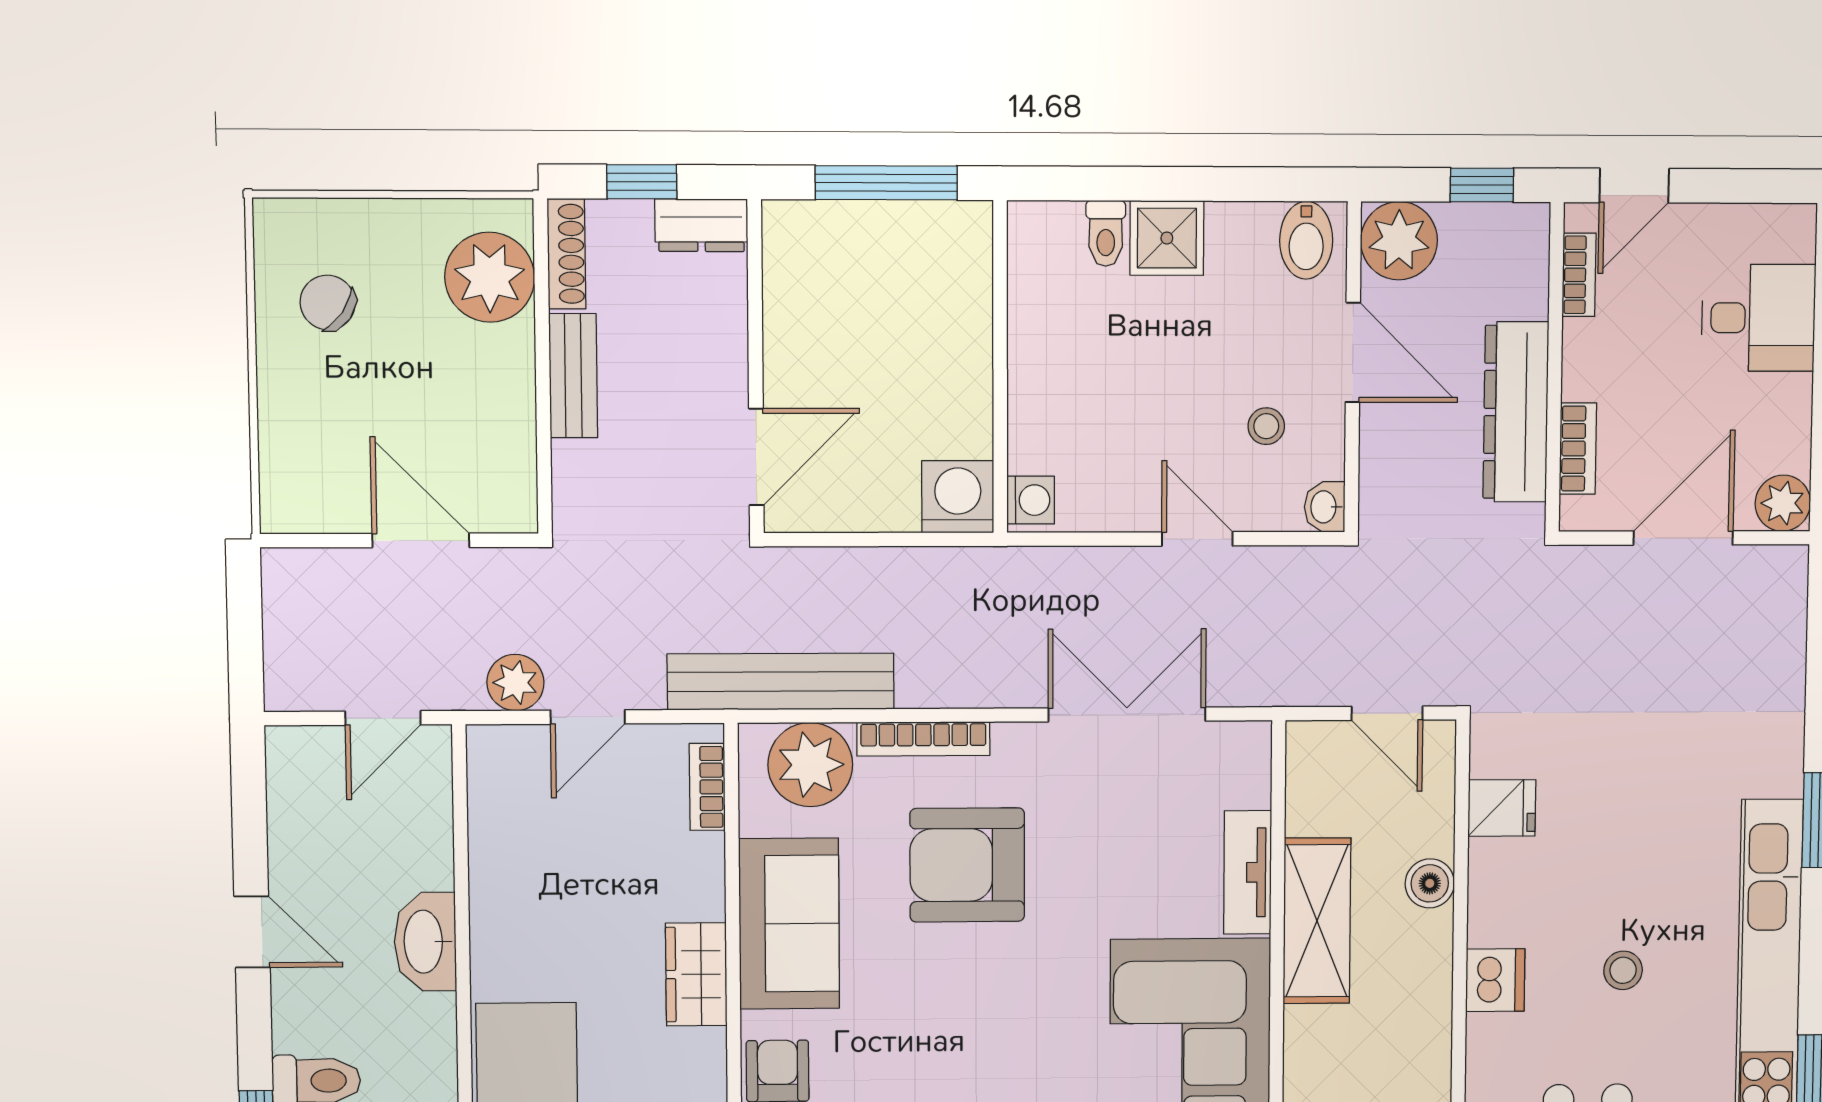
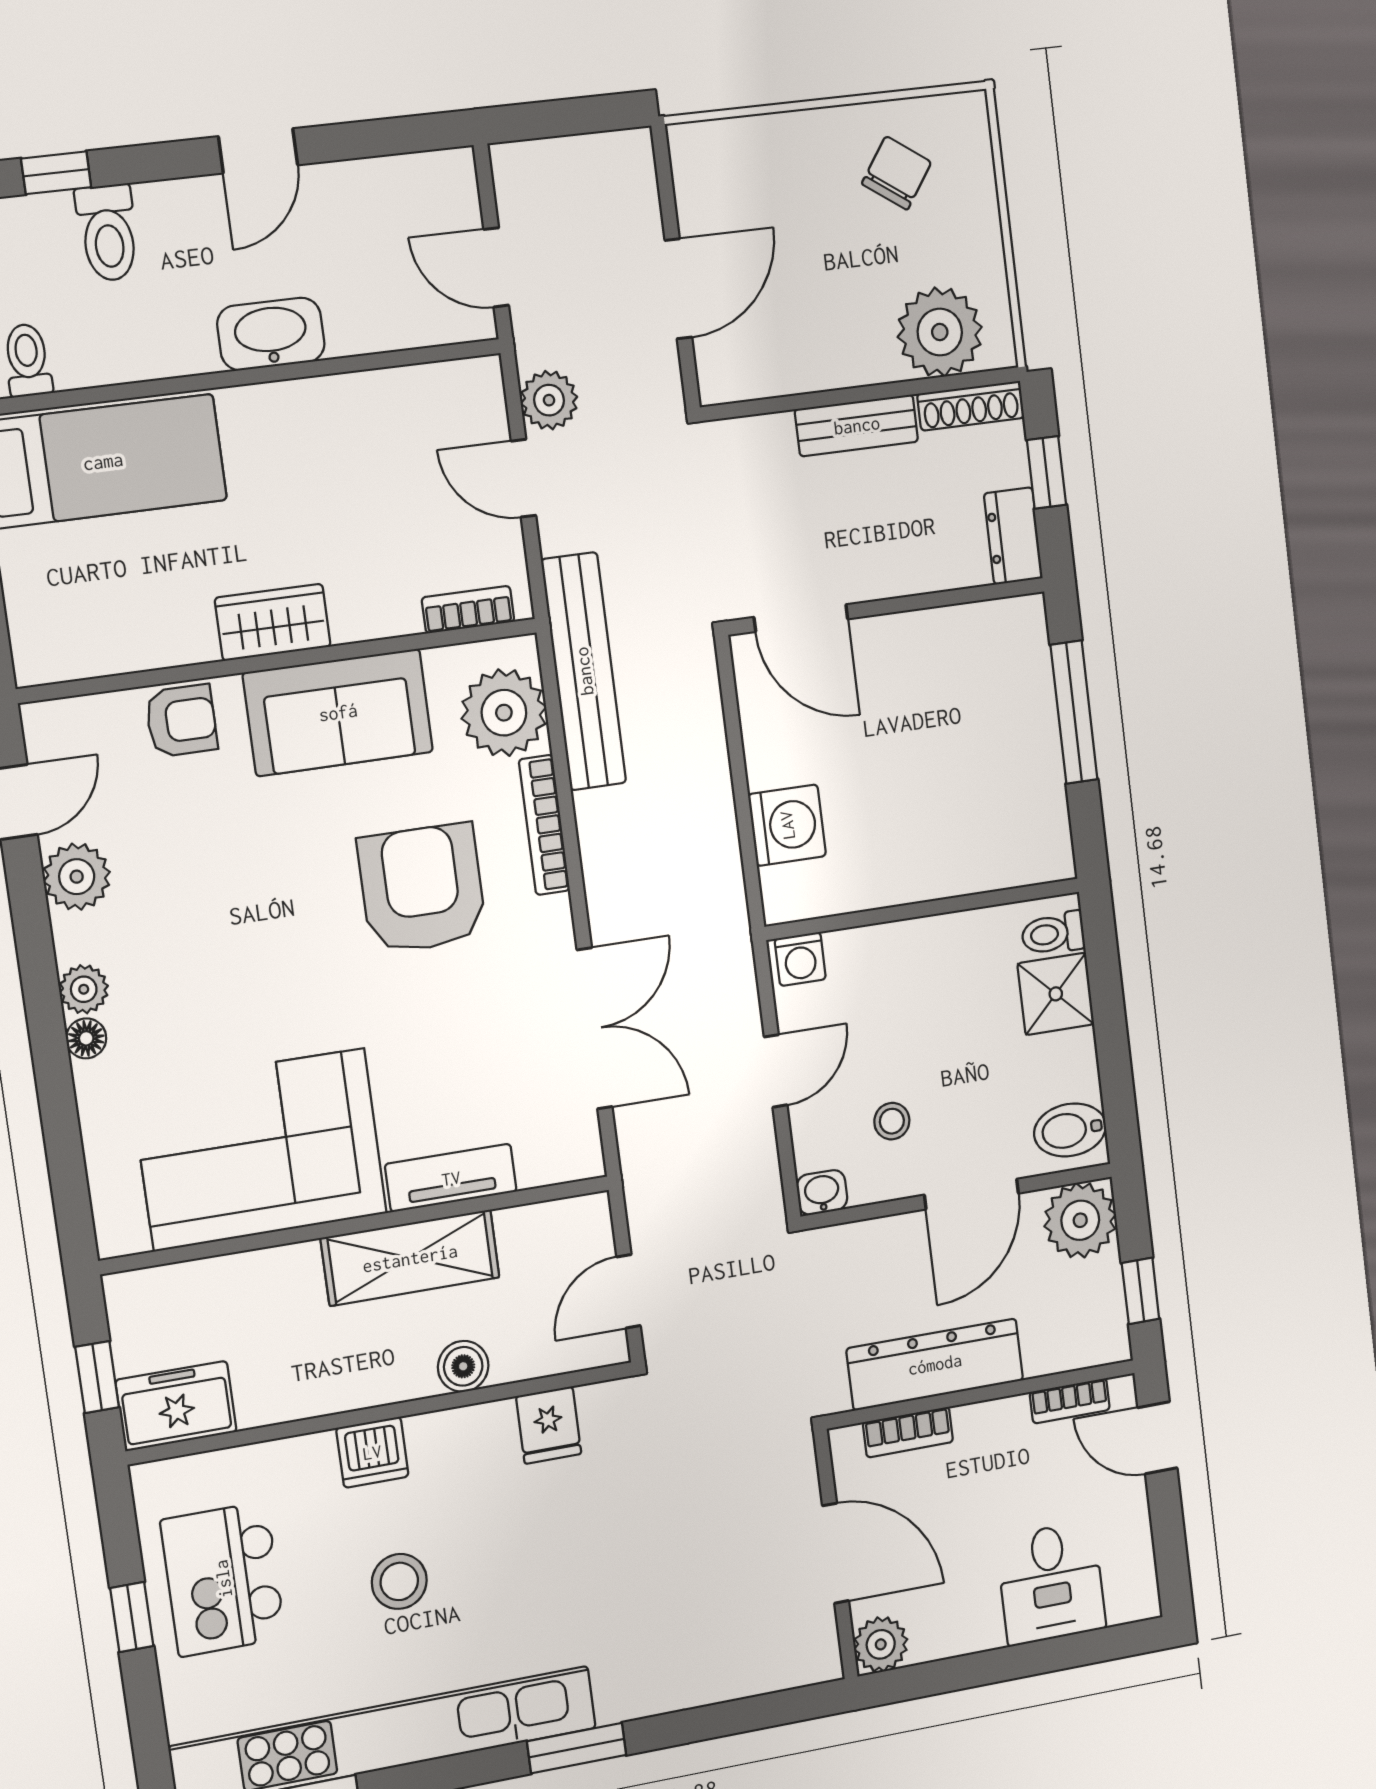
wall: (1000, 367) -> (923, 909), moved
washing machine: (1031, 500) -> (800, 959), moved
stool: (1623, 970) -> (399, 1581), width x1.37, depth x1.37

